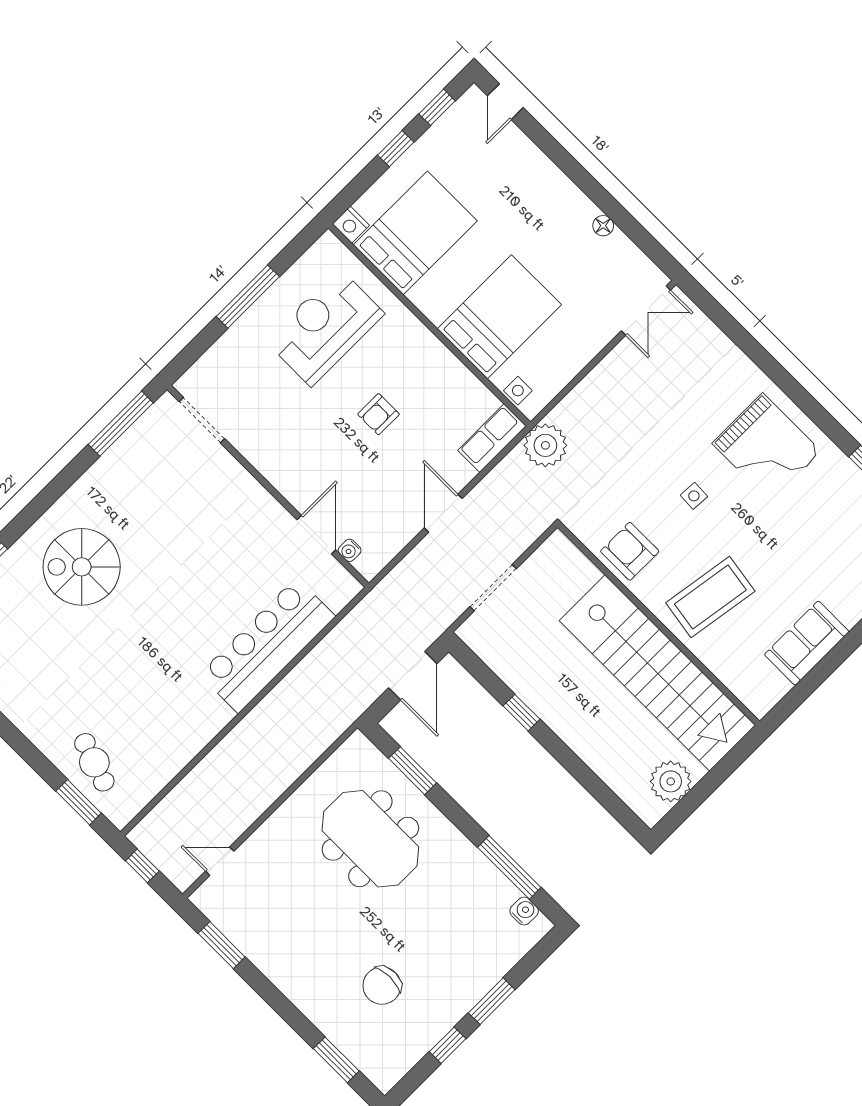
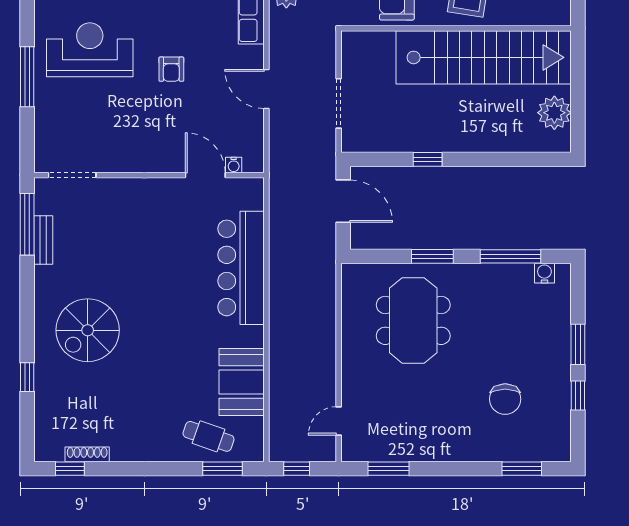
reception desk: (325, 327) -> (90, 50), turned 90
bench: (121, 451) -> (43, 240), added
booth: (170, 744) -> (242, 382), added
window: (412, 771) -> (432, 256), moved
meeting table: (370, 839) -> (413, 320), turned 90

